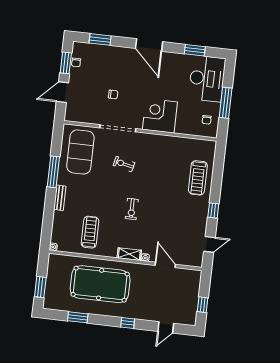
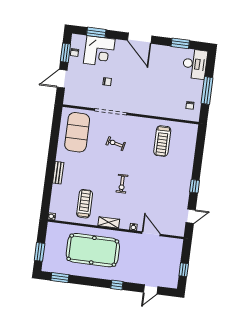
desk: (207, 79) -> (195, 64), width x0.73, depth x0.77
corner desk: (160, 116) -> (99, 51), moved, turned 180
window: (53, 172) -> (53, 150), removed
treadmill: (198, 178) -> (162, 141), moved
shelving: (129, 254) -> (109, 222), moved
window: (78, 317) -> (60, 278), moved

